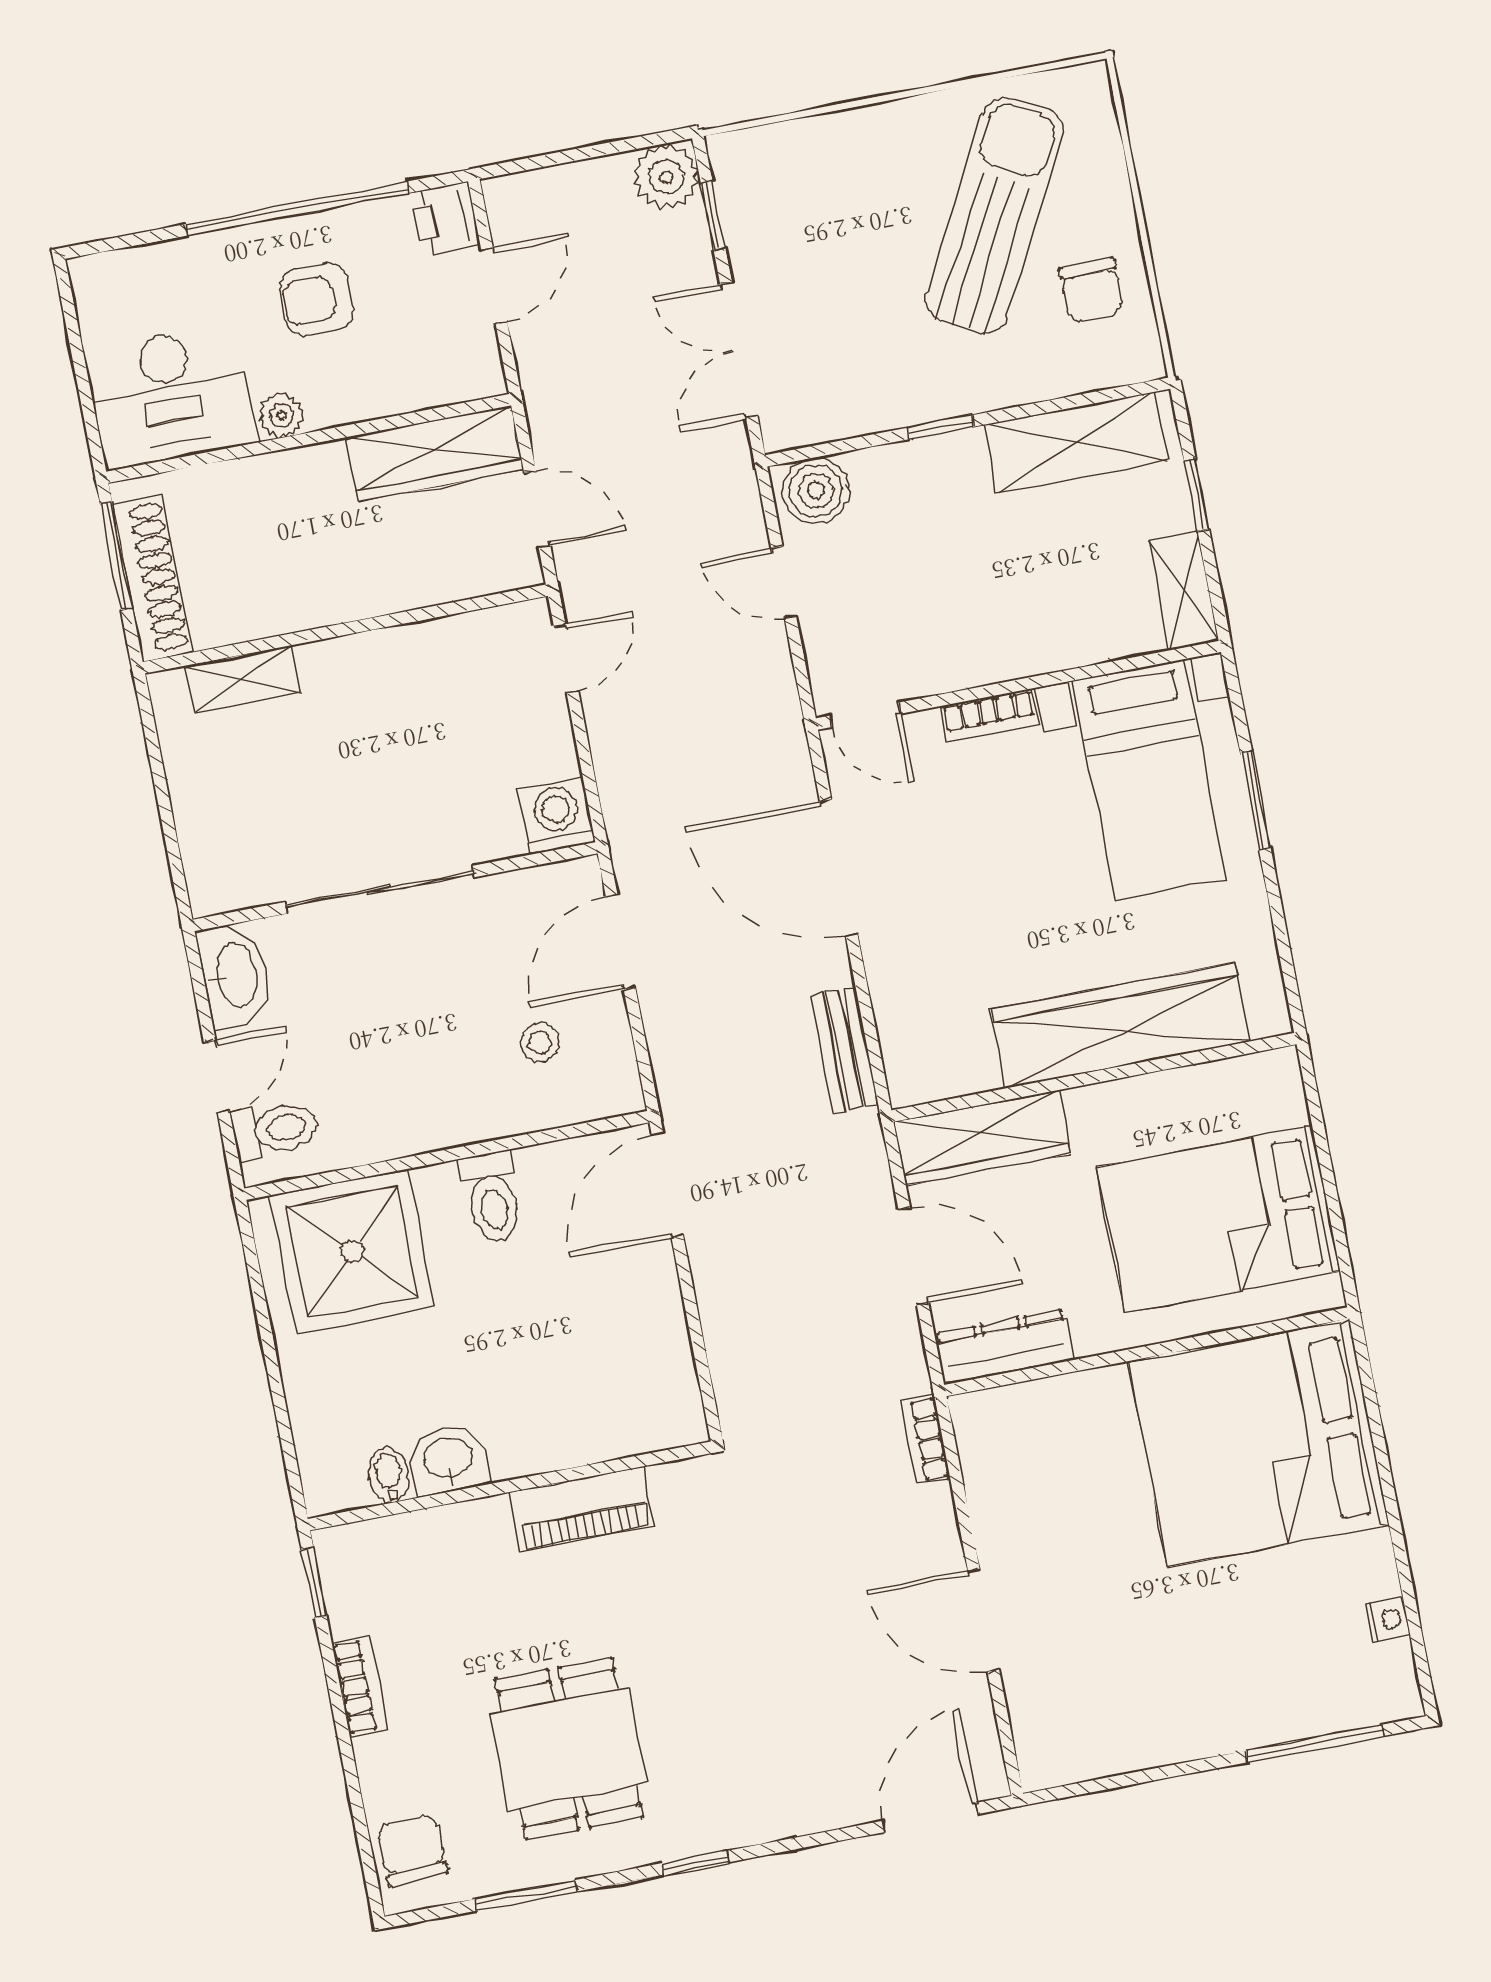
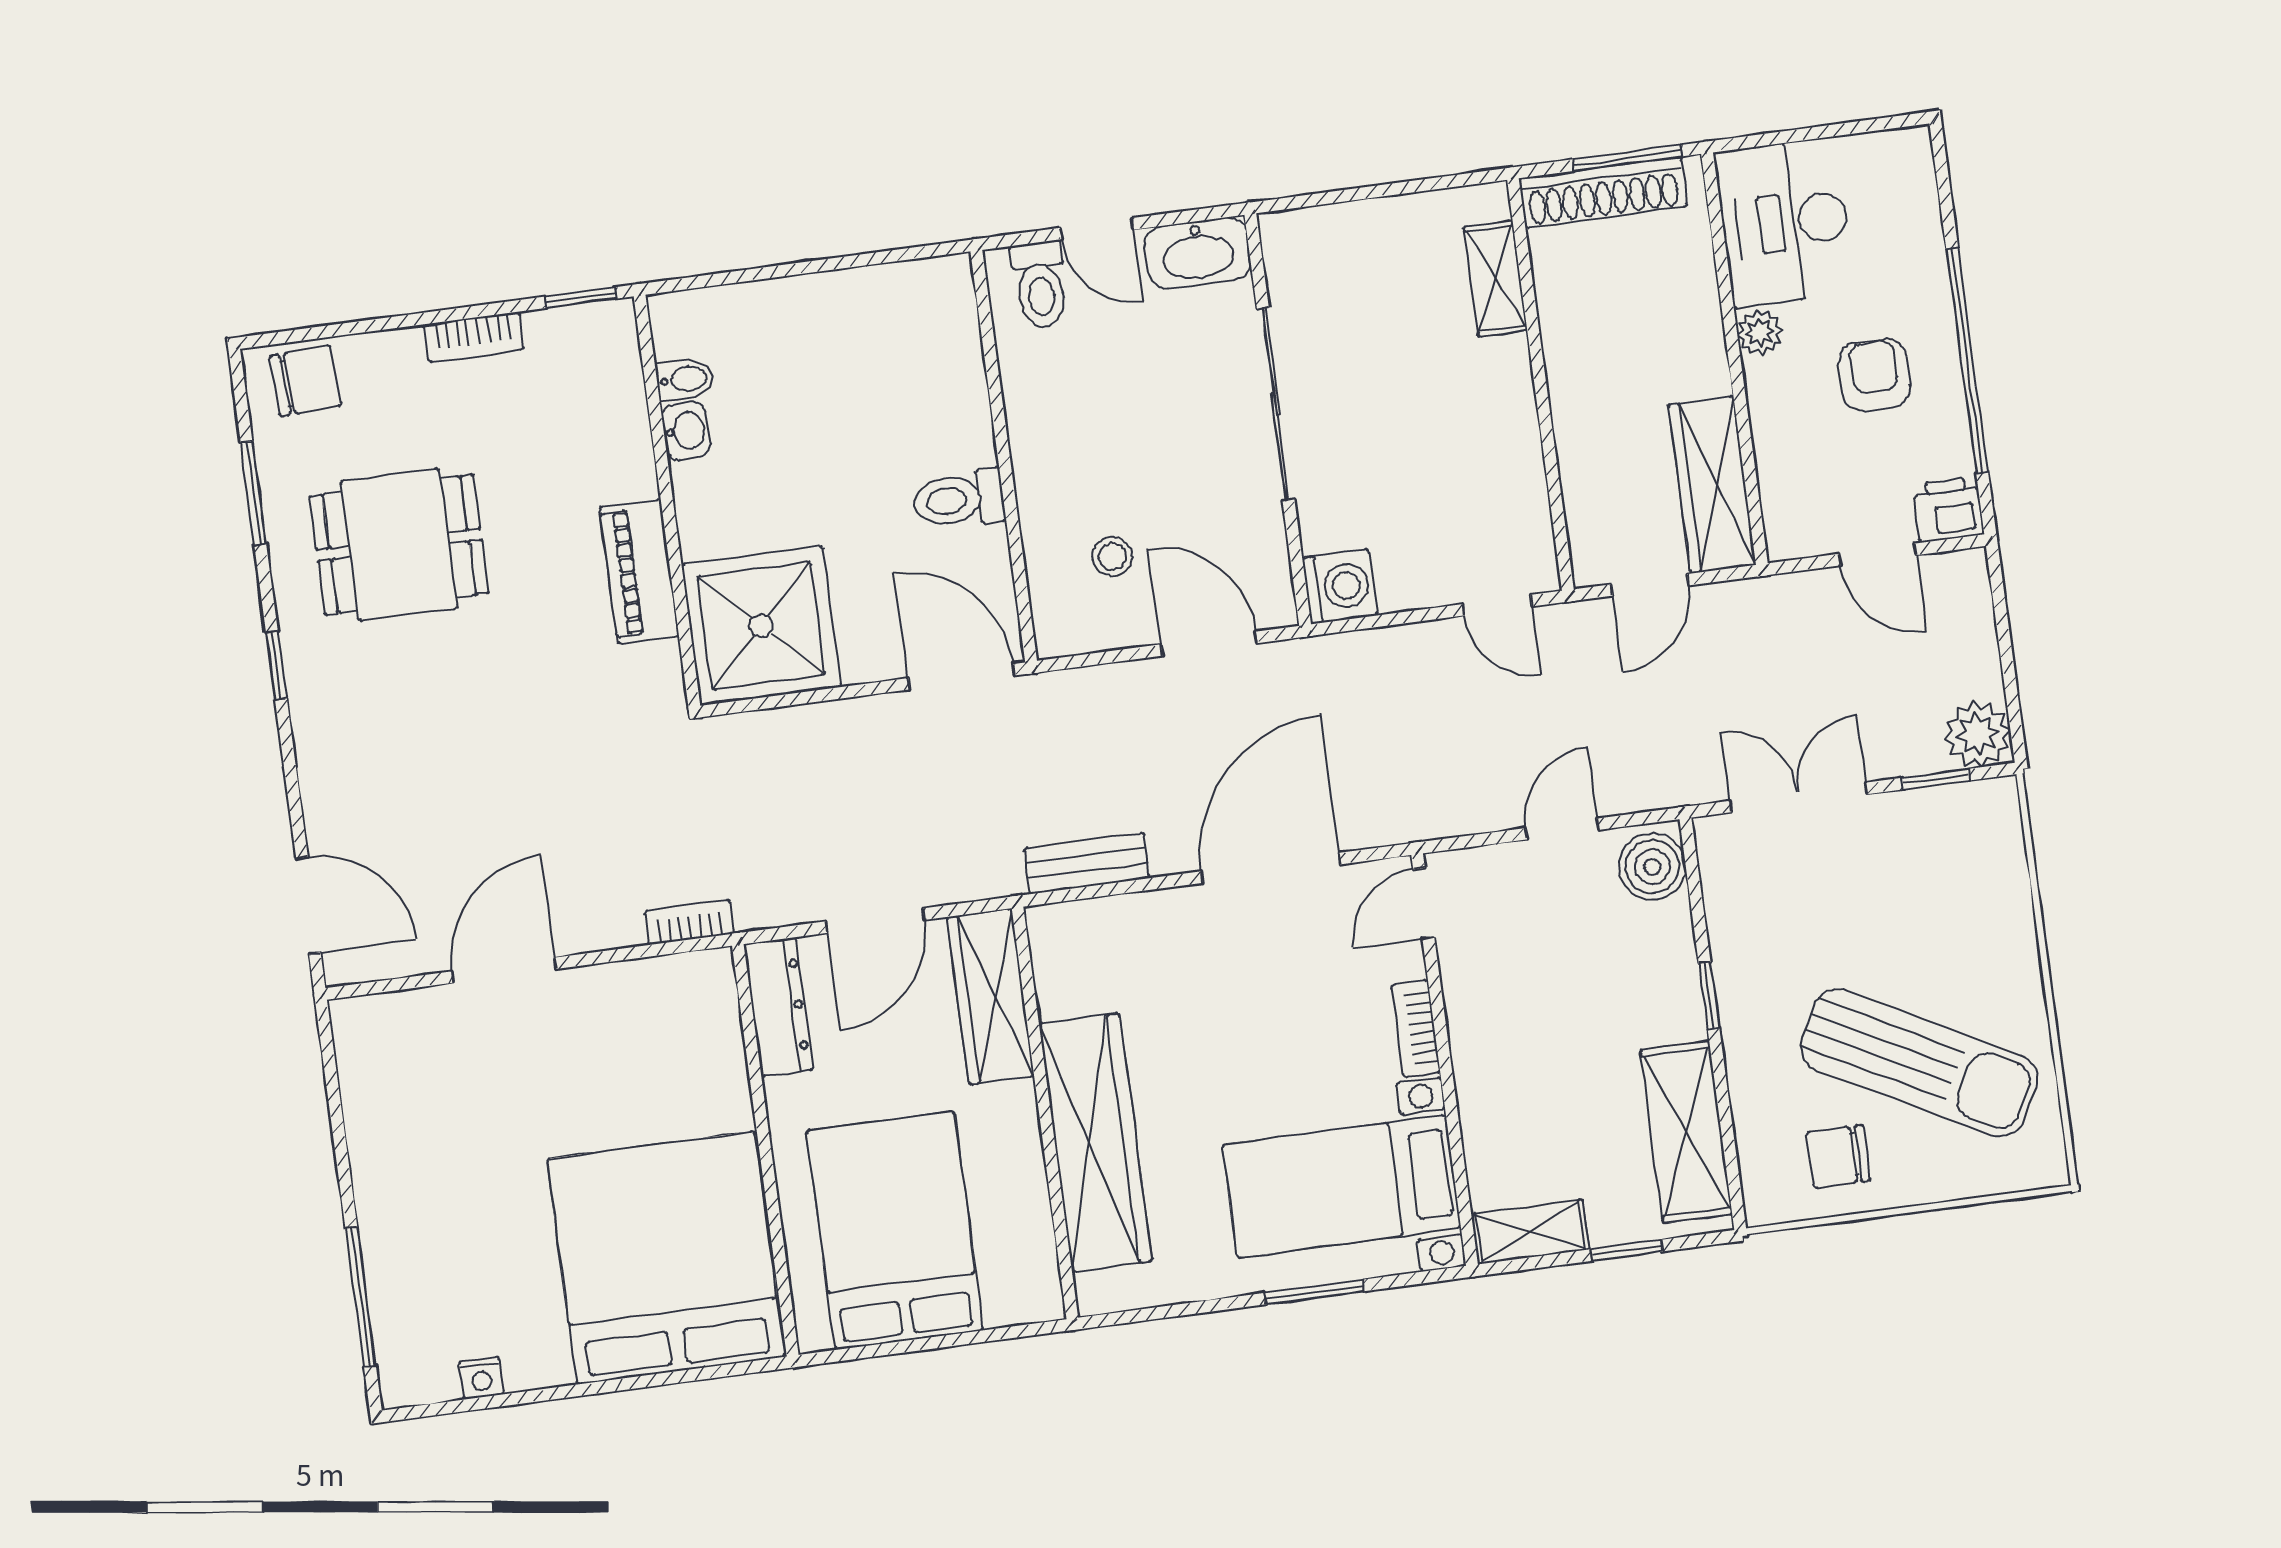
shower: (352, 1251) -> (761, 626), moved
washbasin: (448, 1459) -> (686, 431), width x0.72, depth x0.69

